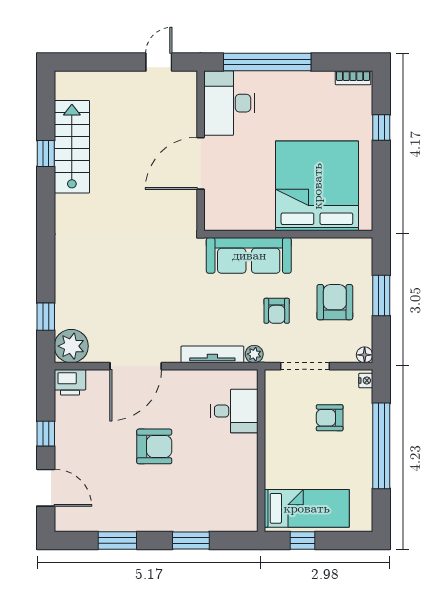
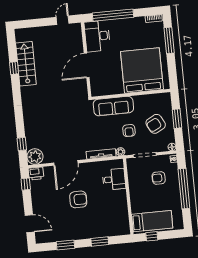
window: (381, 128) -> (169, 40), width x2.17
armchair: (335, 302) -> (156, 124), turned -118
window: (46, 434) -> (26, 184), moved

